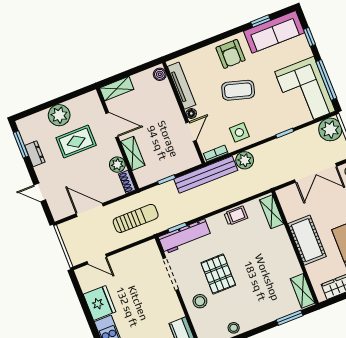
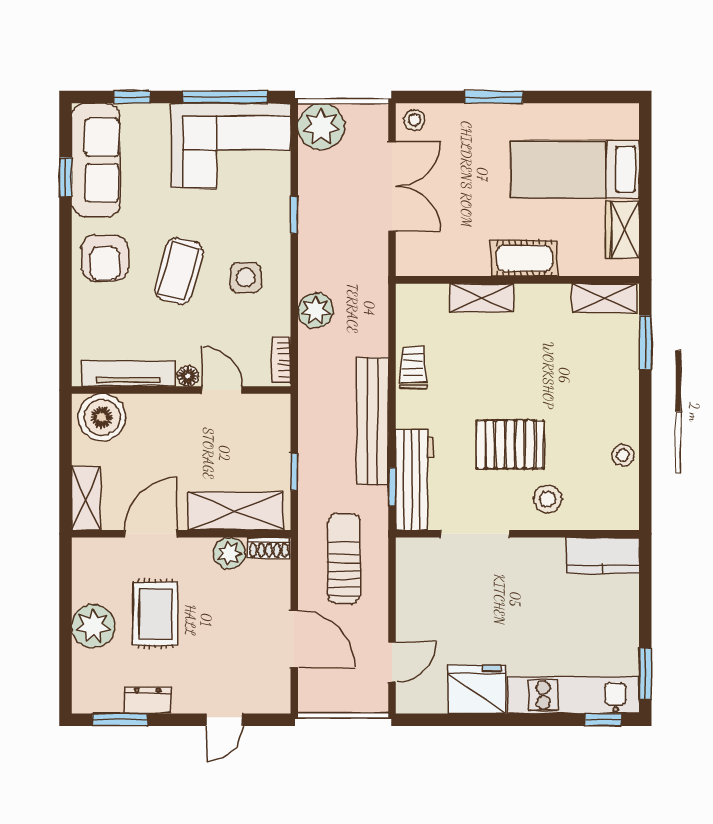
armchair: (231, 54) -> (105, 258), turned 90
boiler: (160, 74) -> (102, 417), width x1.86, depth x1.86
side table: (239, 132) -> (246, 278), moved
shelving: (133, 153) -> (236, 511), width x1.50, depth x1.33
bench: (206, 175) -> (373, 421), moved
door: (90, 210) -> (294, 639), swing flipped
shelving: (272, 212) -> (482, 298), moved
cot: (307, 240) -> (524, 258), width x0.73, depth x0.75

